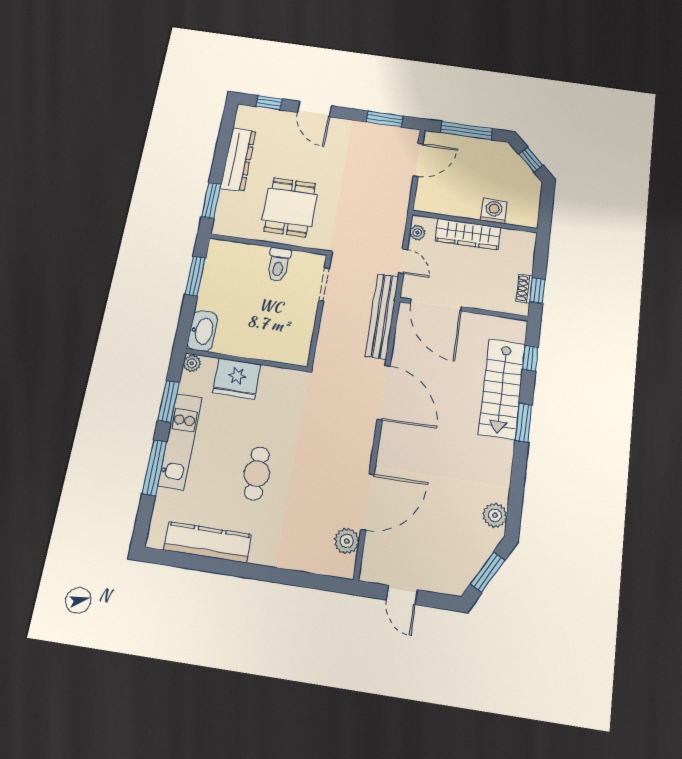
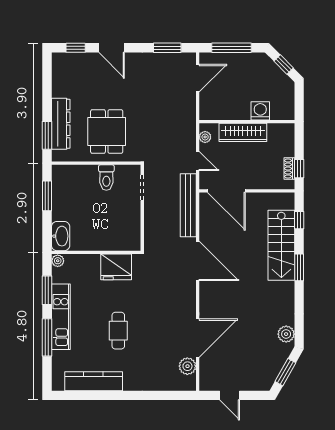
dresser: (238, 159) -> (61, 124), moved
fridge: (237, 379) -> (116, 267), moved

